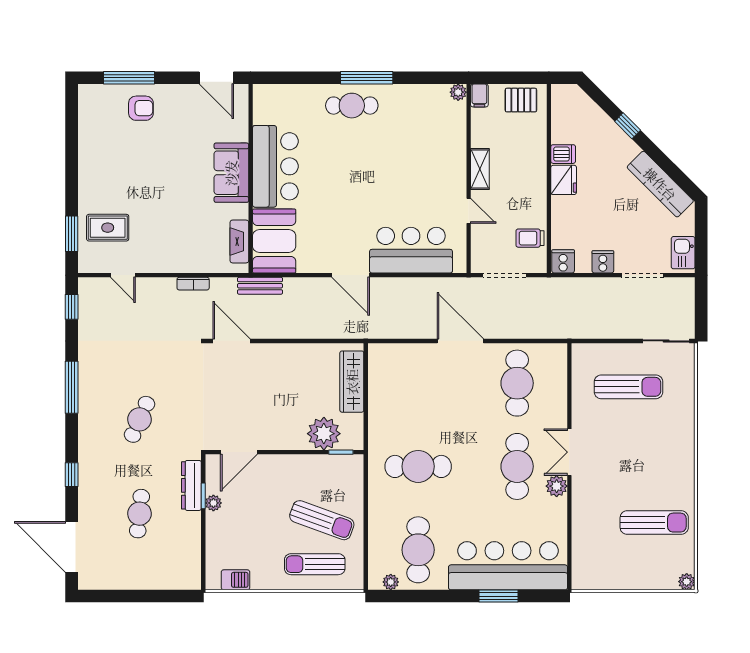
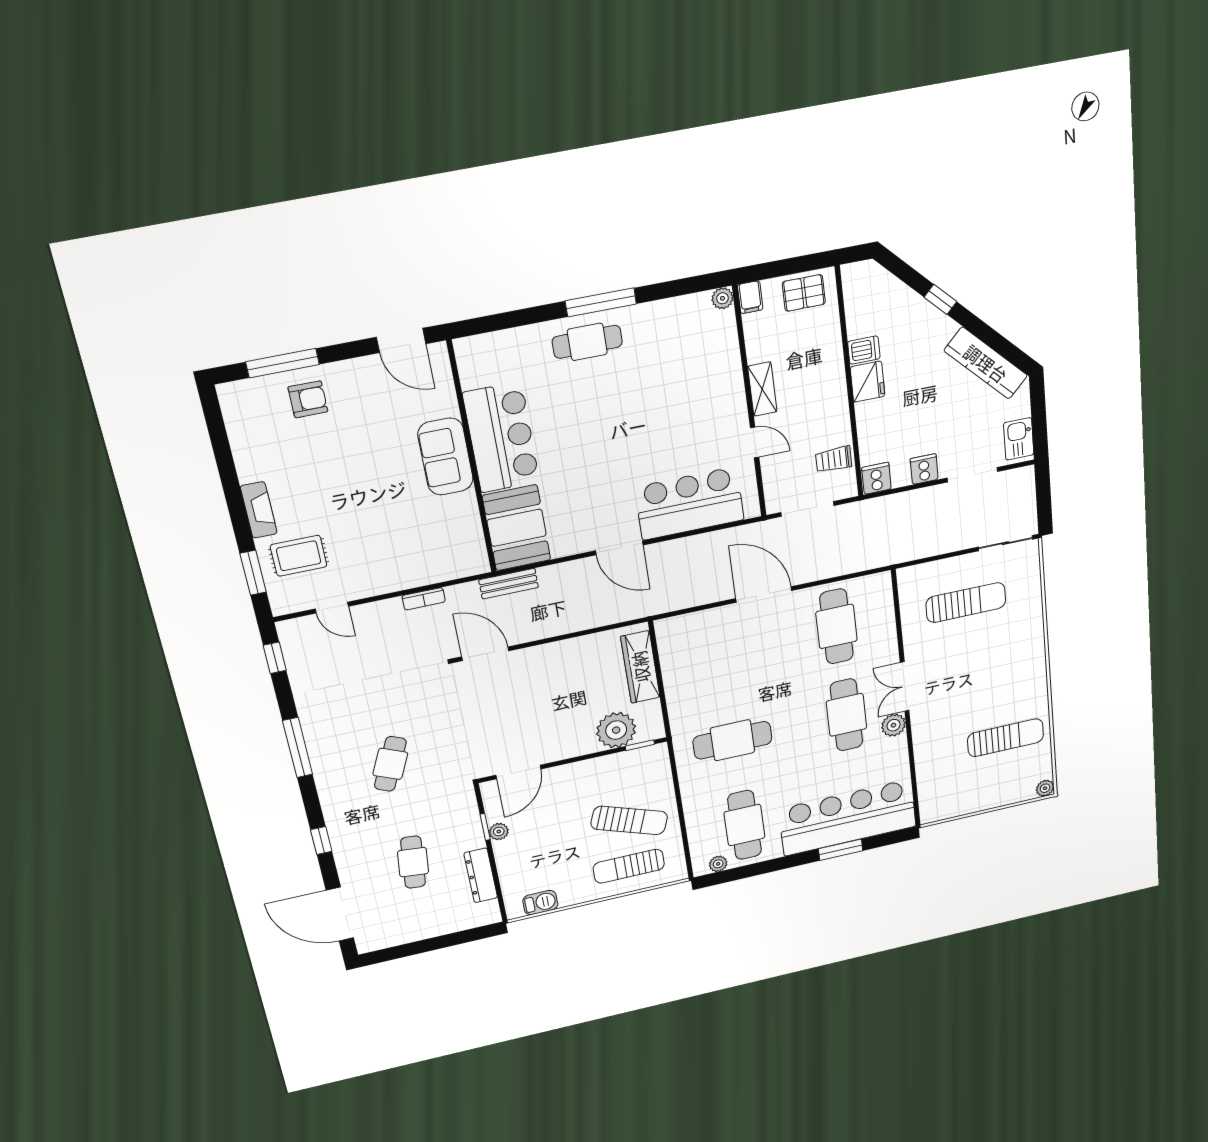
fireplace: (239, 241) -> (259, 510), moved, turned 180
dresser: (191, 485) -> (481, 875), moved

